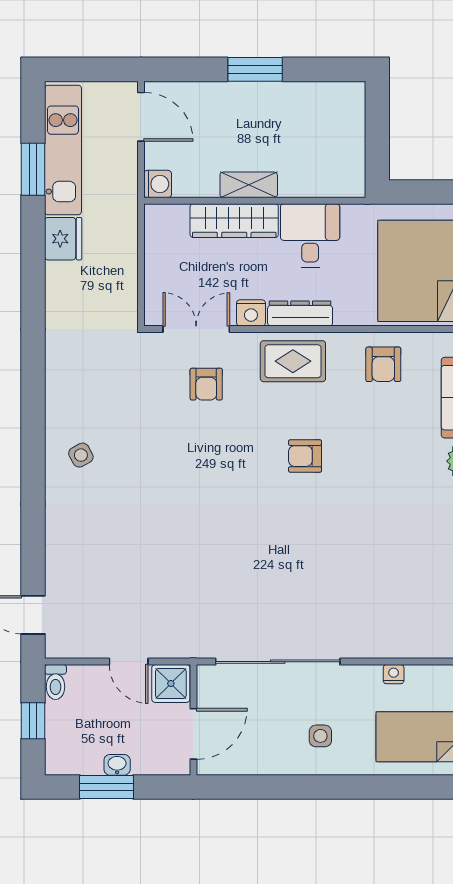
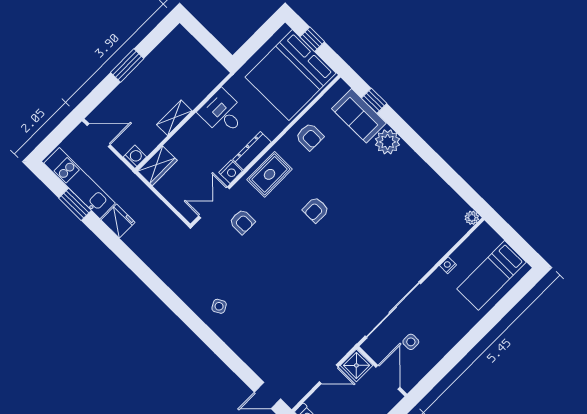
wardrobe: (234, 221) -> (157, 166), moved, width x0.67
side table: (320, 736) -> (411, 342), moved

